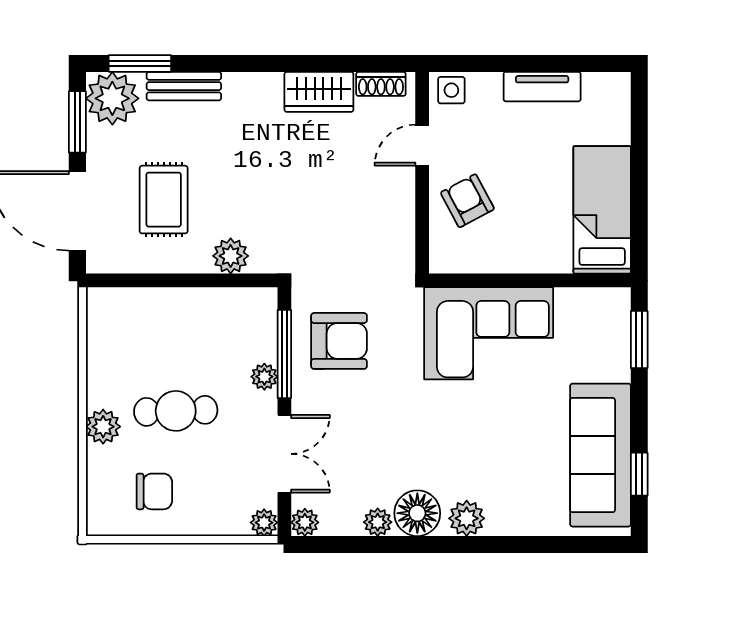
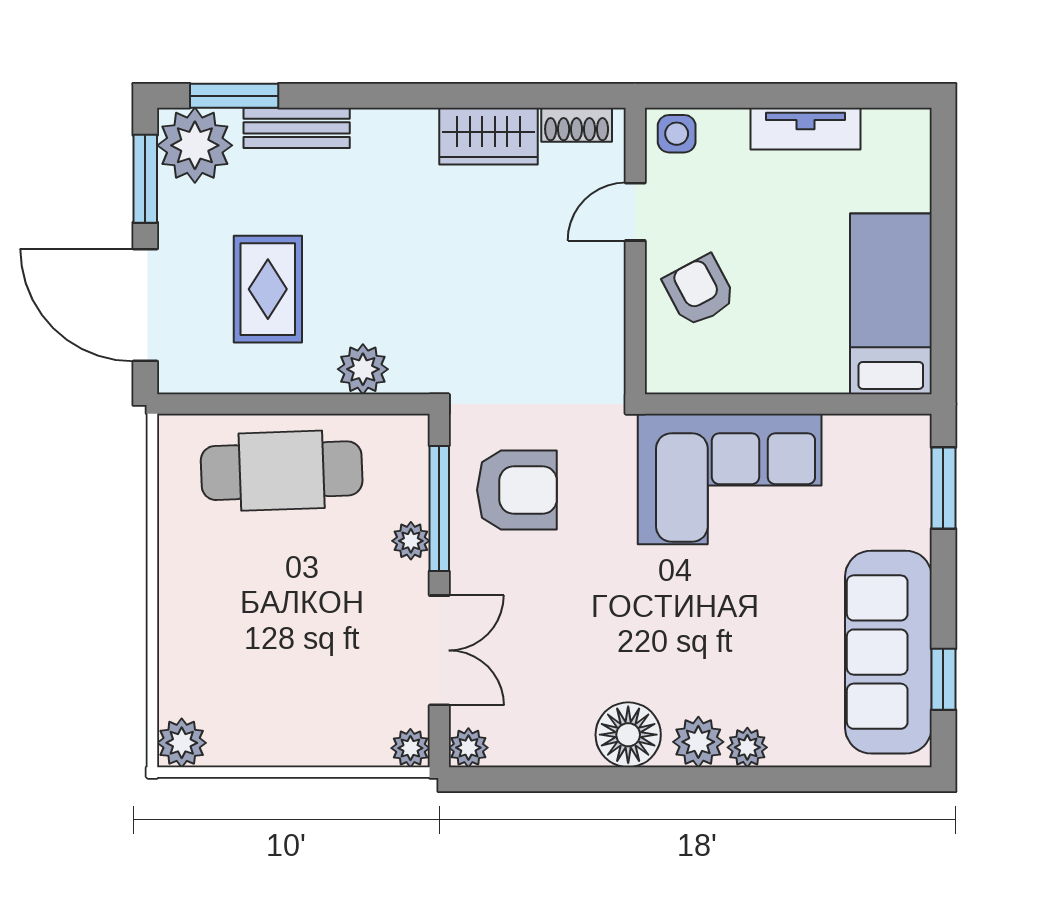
cafe table: (176, 411) -> (282, 471), moved, width x1.37, depth x1.35
plant: (103, 427) -> (182, 743), moved
chair: (154, 491) -> (255, 704), removed
plant: (378, 522) -> (747, 747), moved

